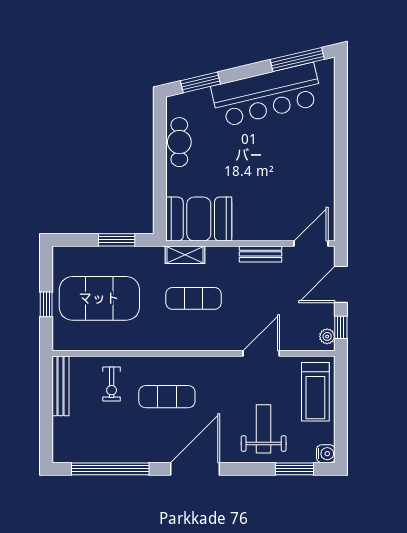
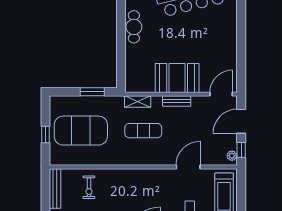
booth: (199, 219) -> (177, 78), moved
bench: (260, 254) -> (177, 101), moved
exercise mat: (167, 397) -> (126, 196), removed

